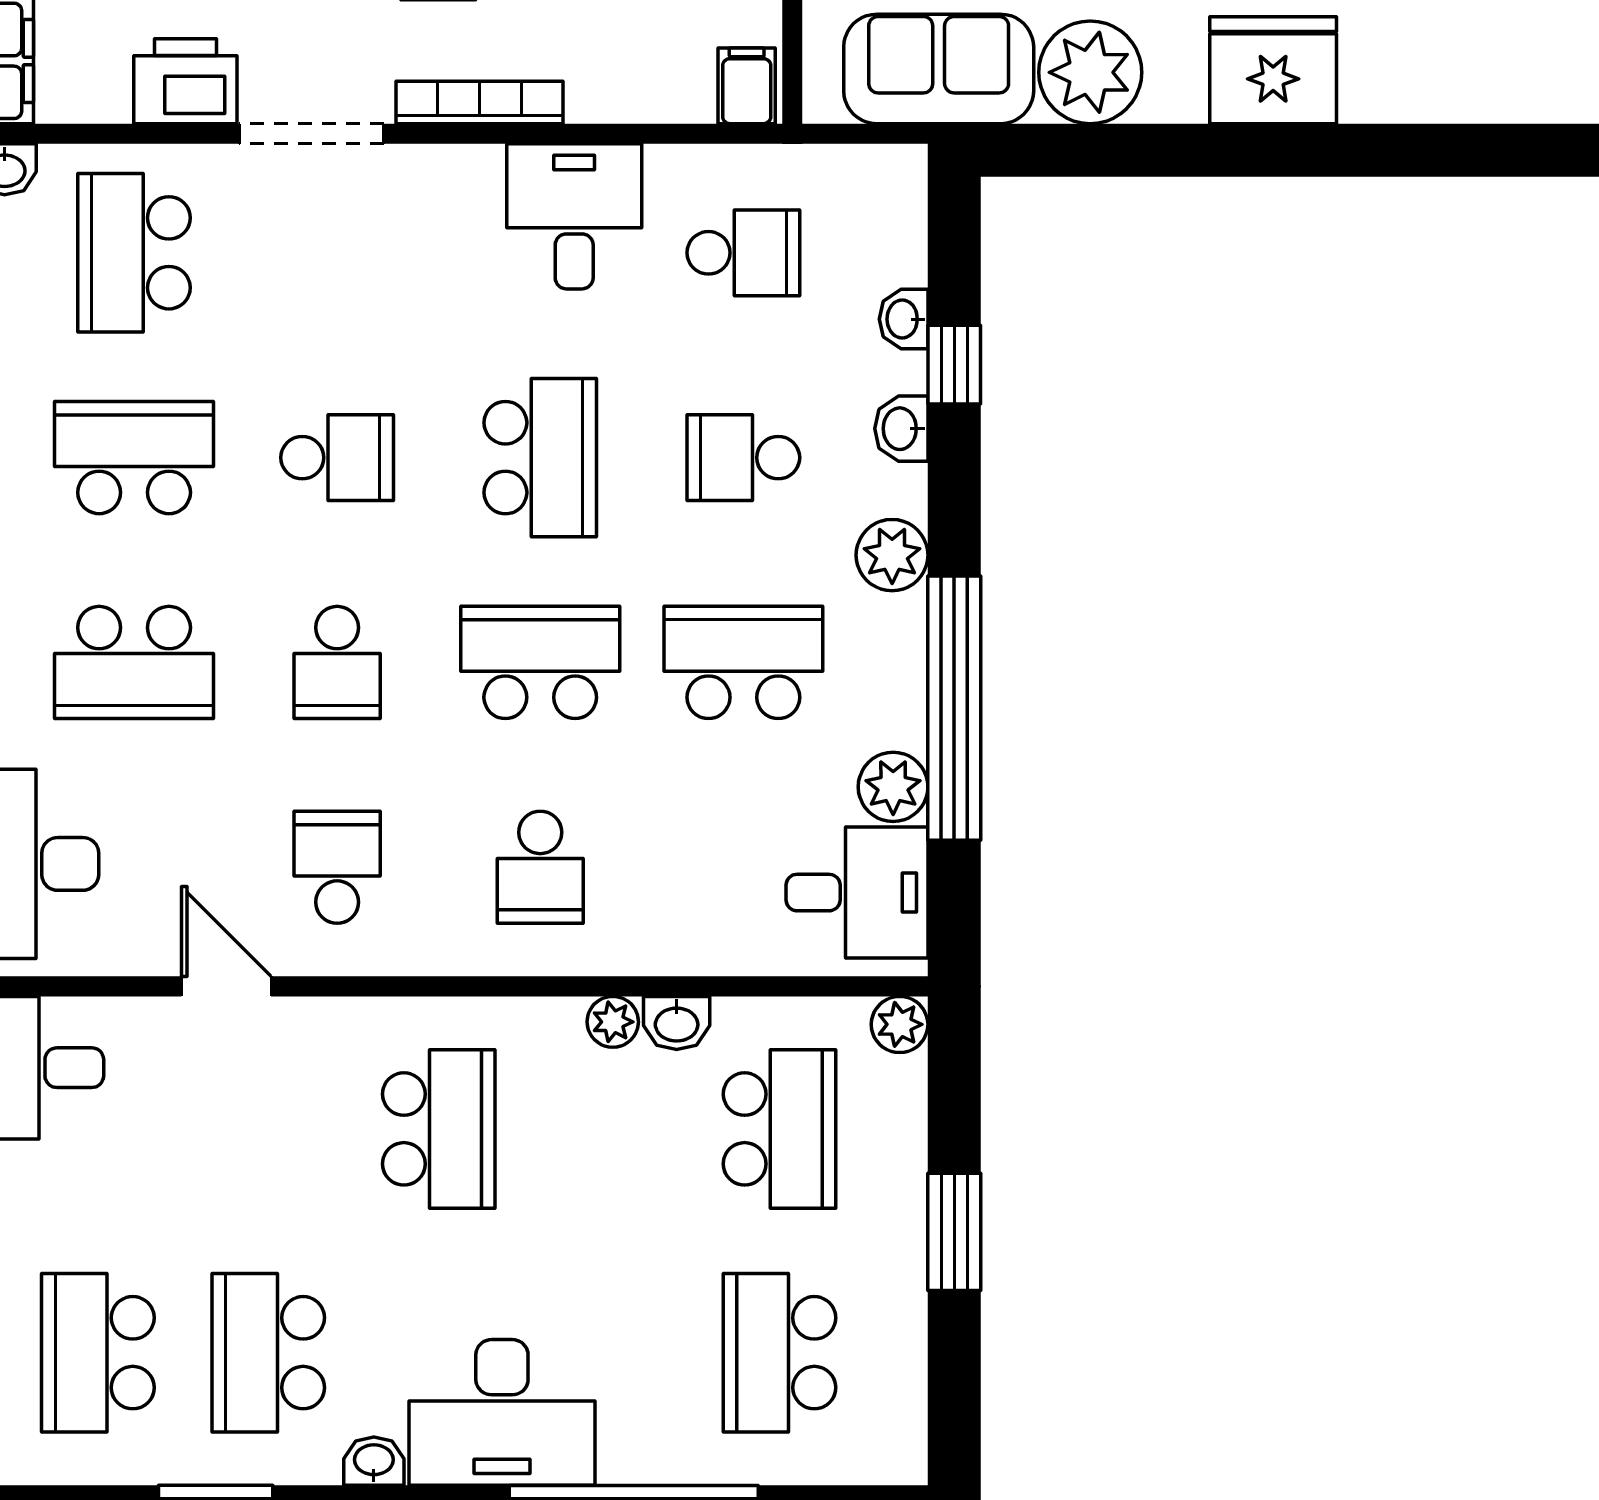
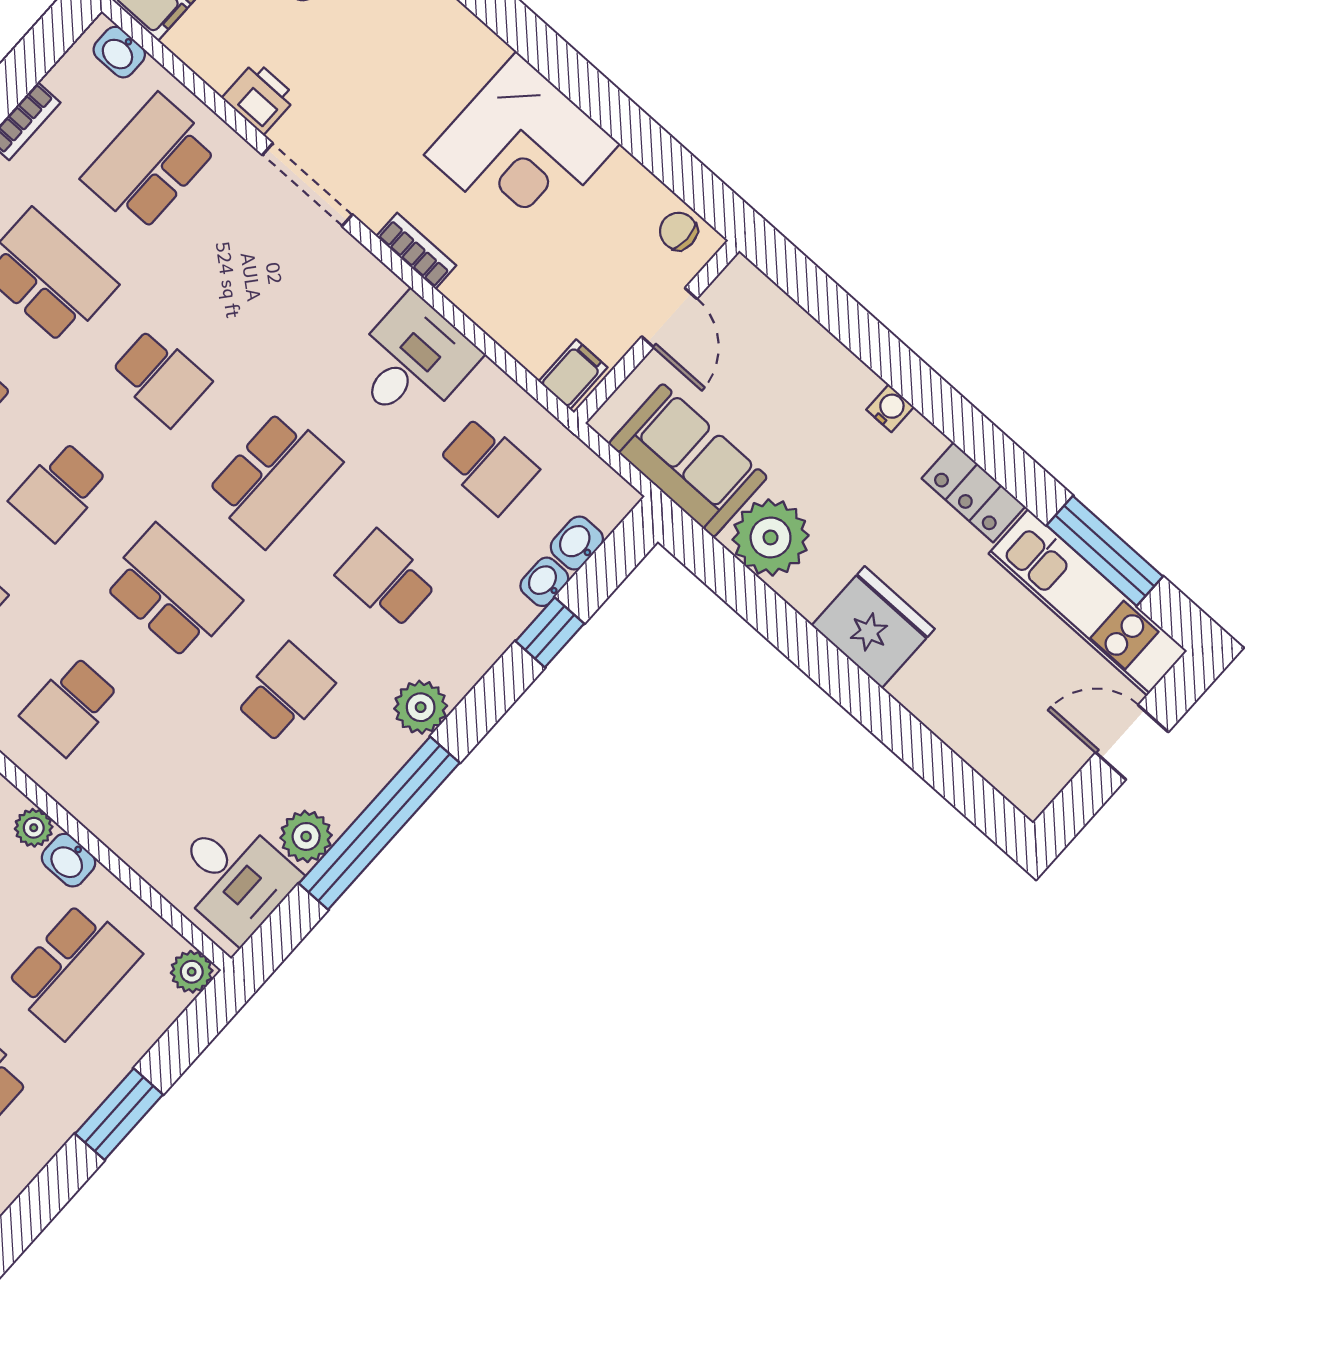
printer: (185, 81) -> (259, 98), width x0.73, depth x0.81
bookcase: (479, 102) -> (416, 251), width x0.64
washbasin: (901, 429) -> (577, 543), moved
school desk: (743, 662) -> (285, 693), width x0.54

